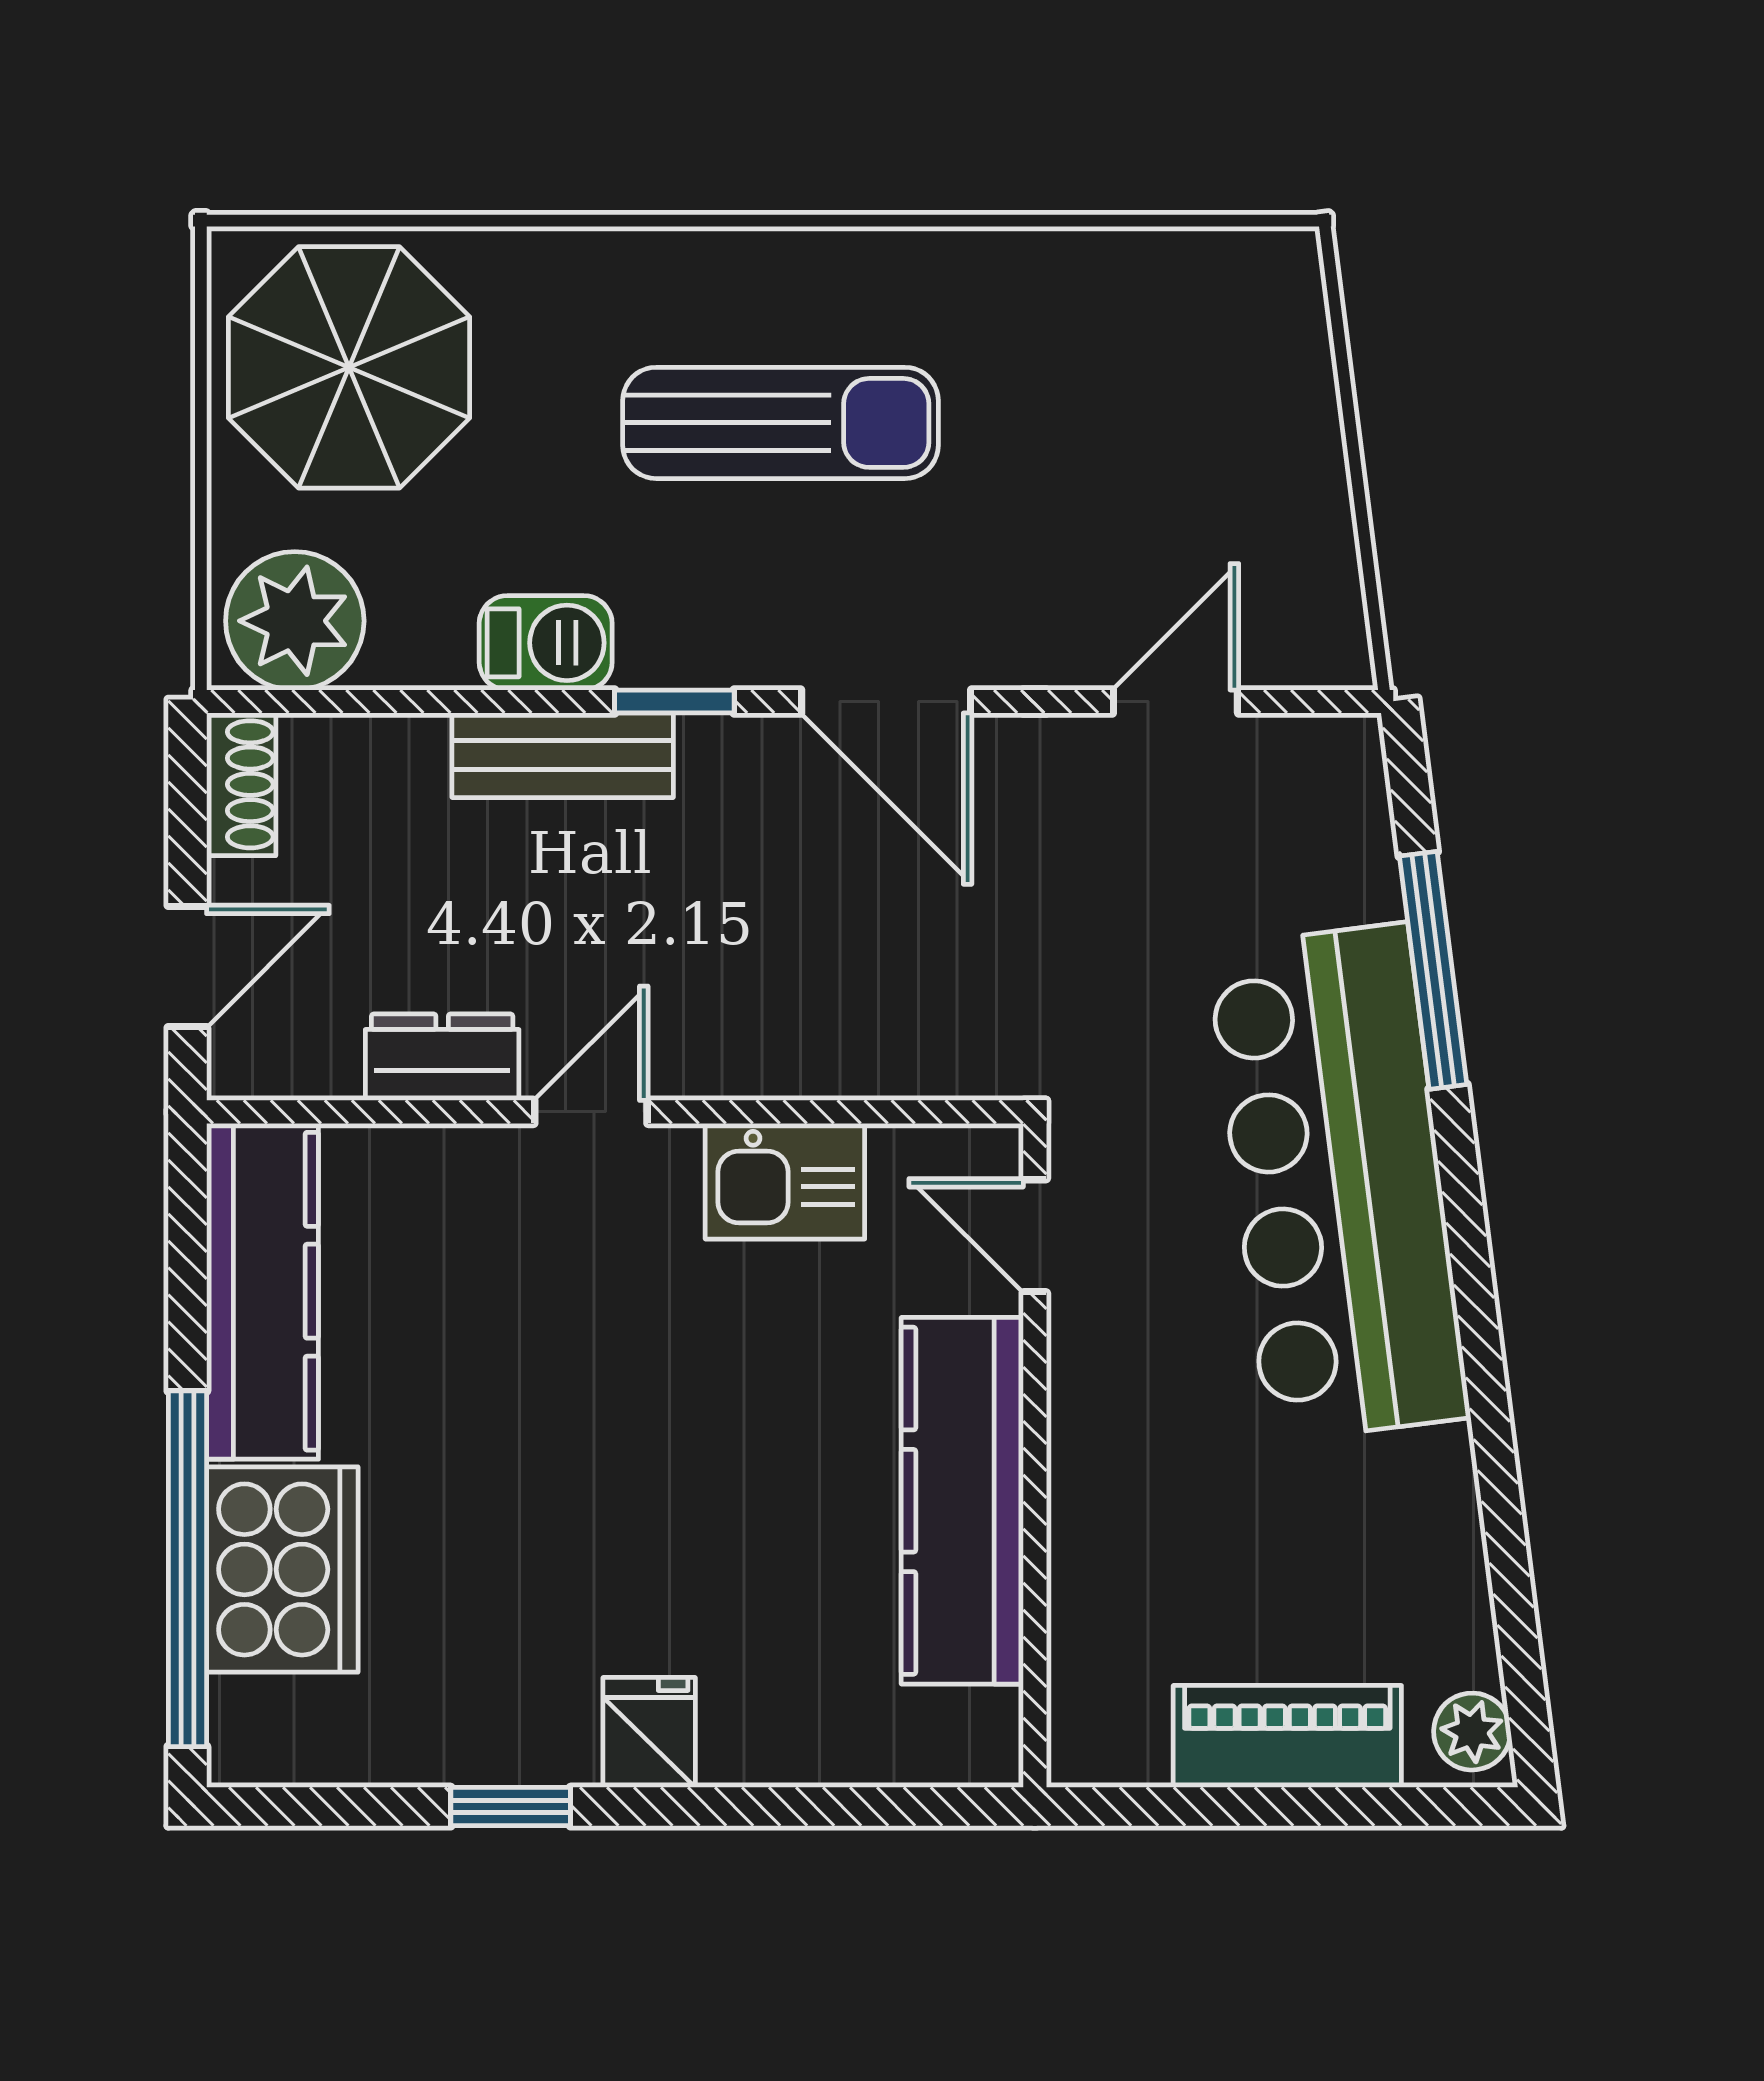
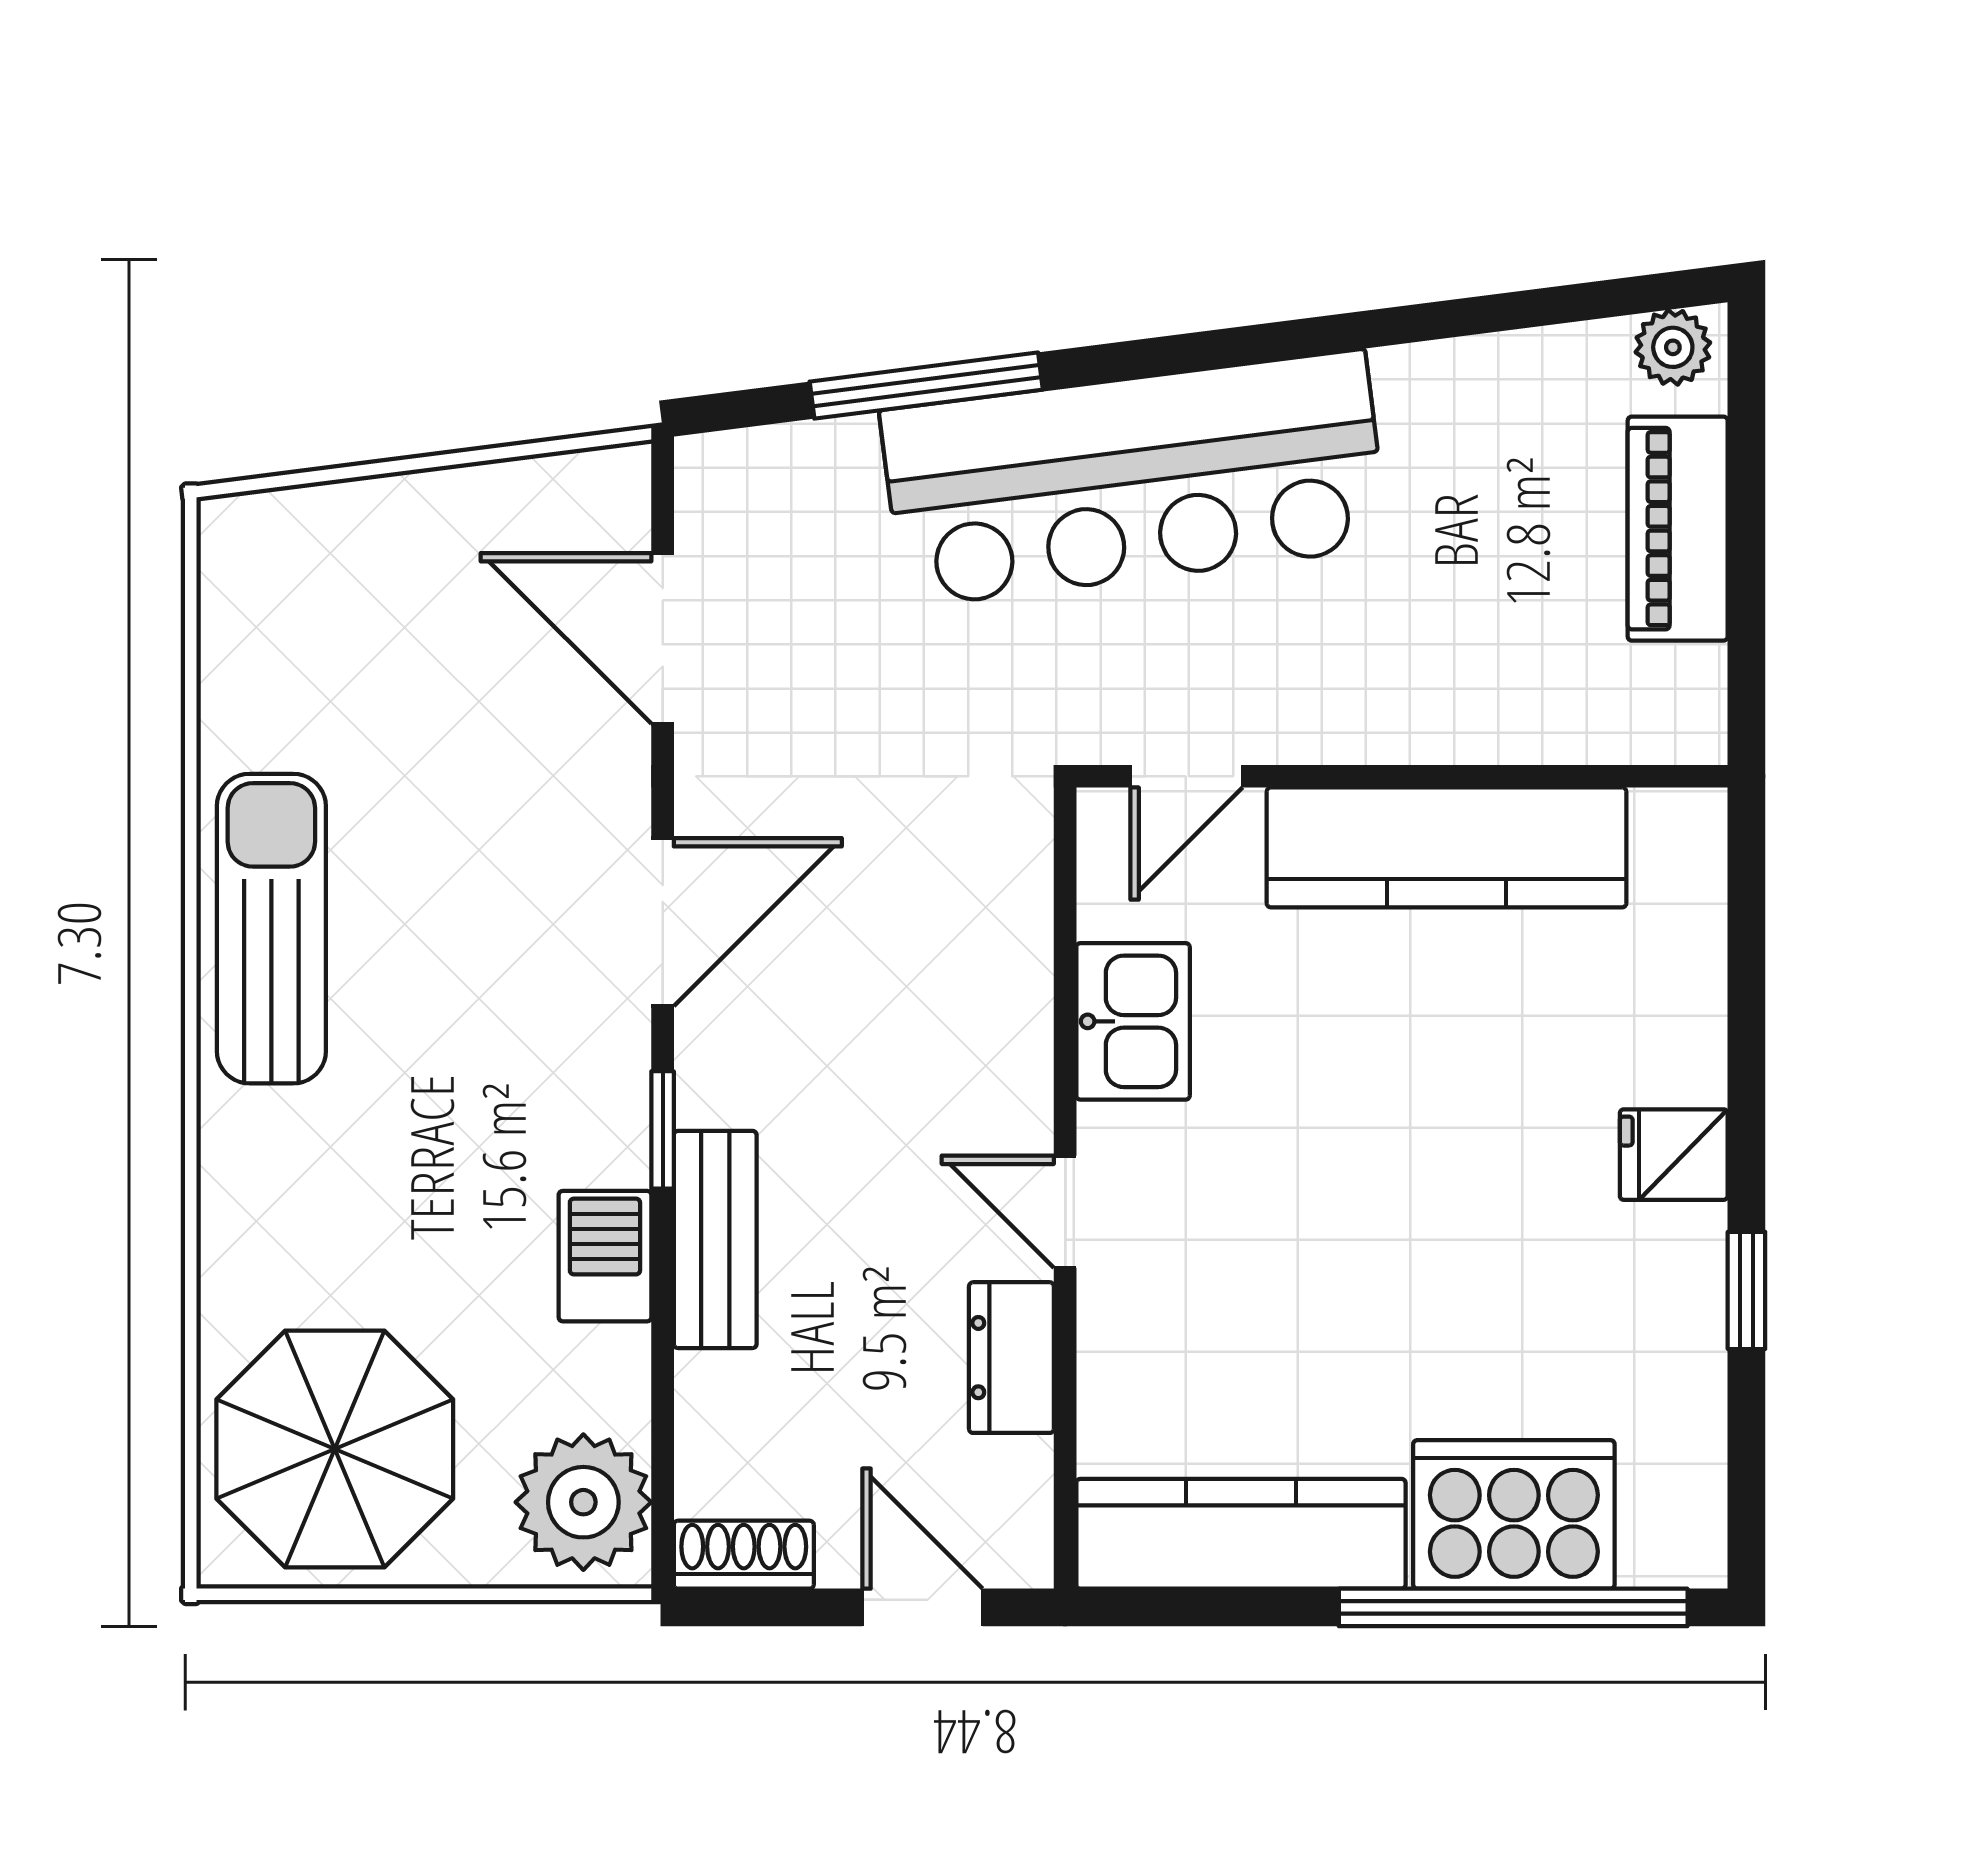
sun lounger: (781, 423) -> (271, 929), moved
door: (1175, 702) -> (663, 638), width x1.38

